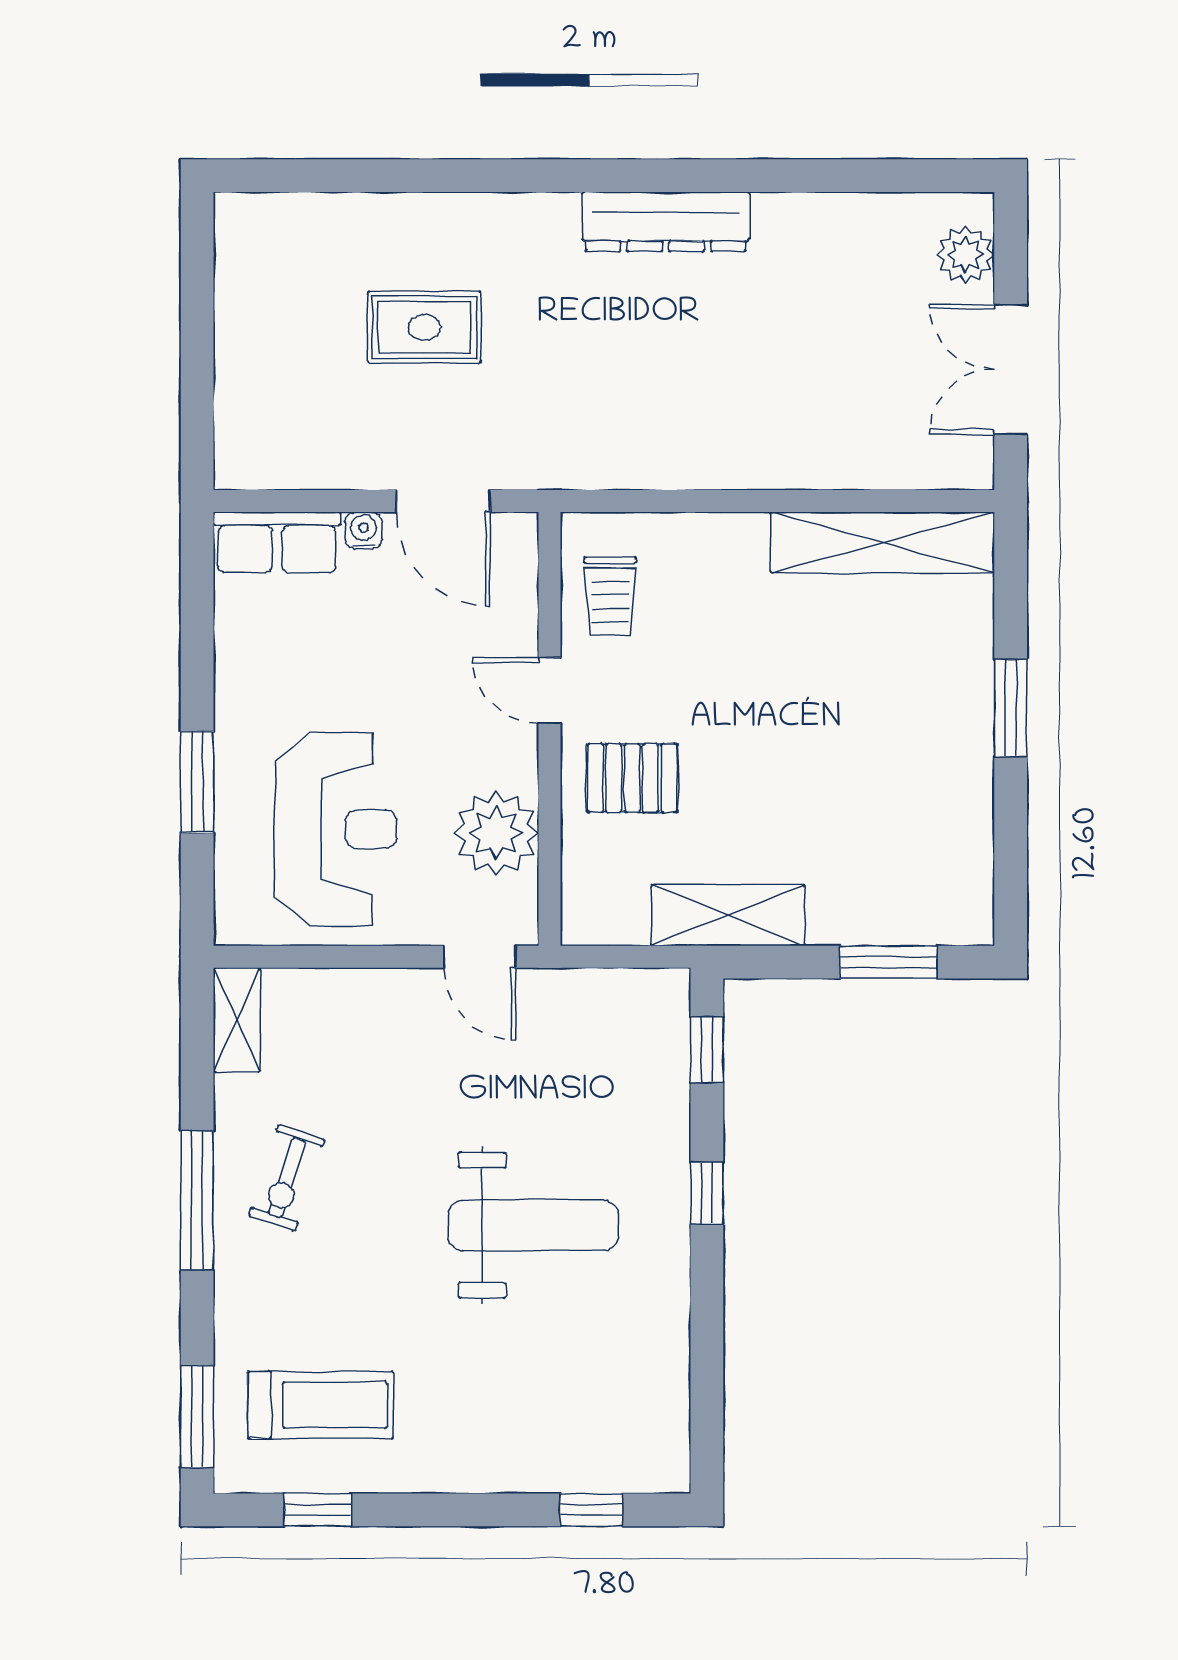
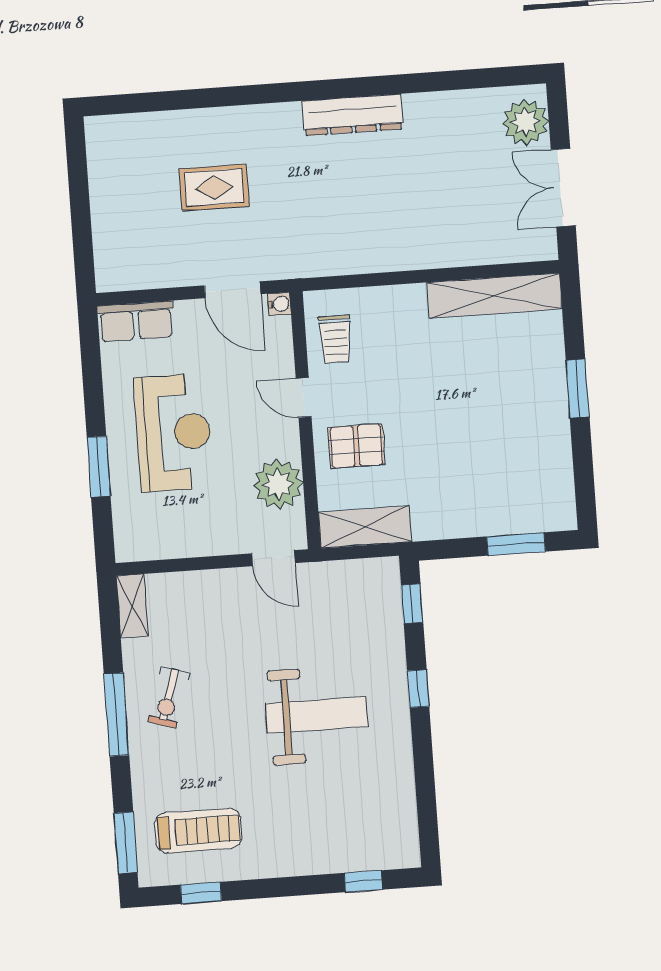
plant: (966, 255) -> (525, 122), width x1.36, depth x1.36
water cooler: (364, 531) -> (279, 304), moved, turned 90
reception desk: (336, 829) -> (173, 433), moved
shelving: (728, 915) -> (365, 527), moved

